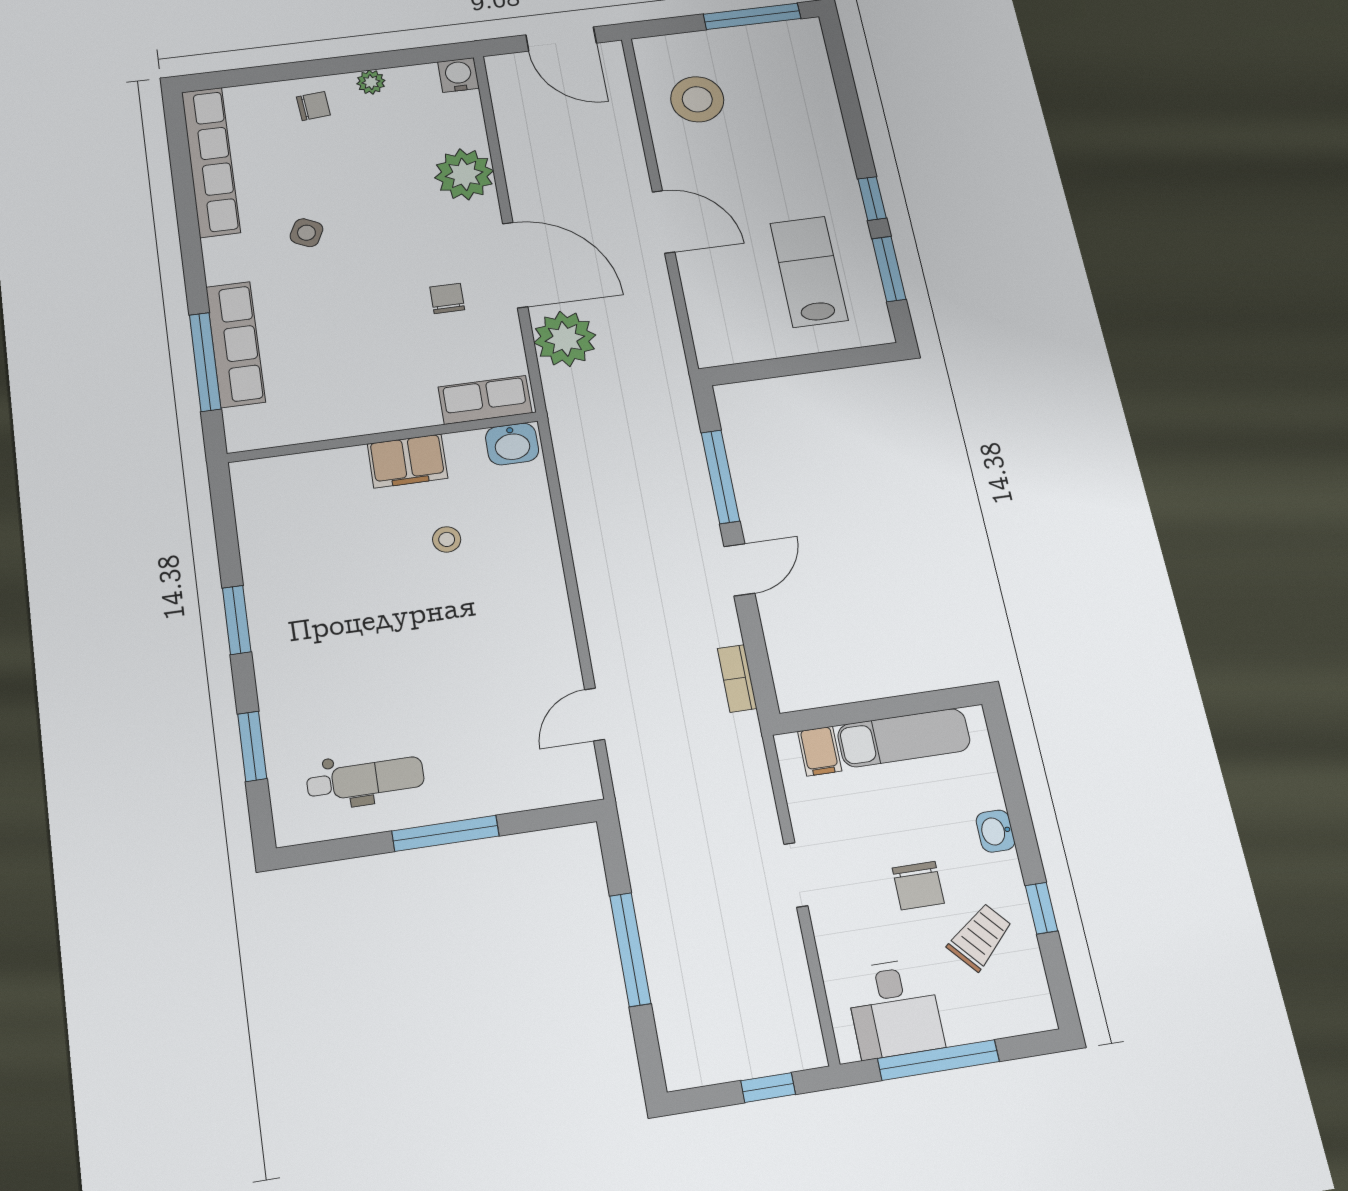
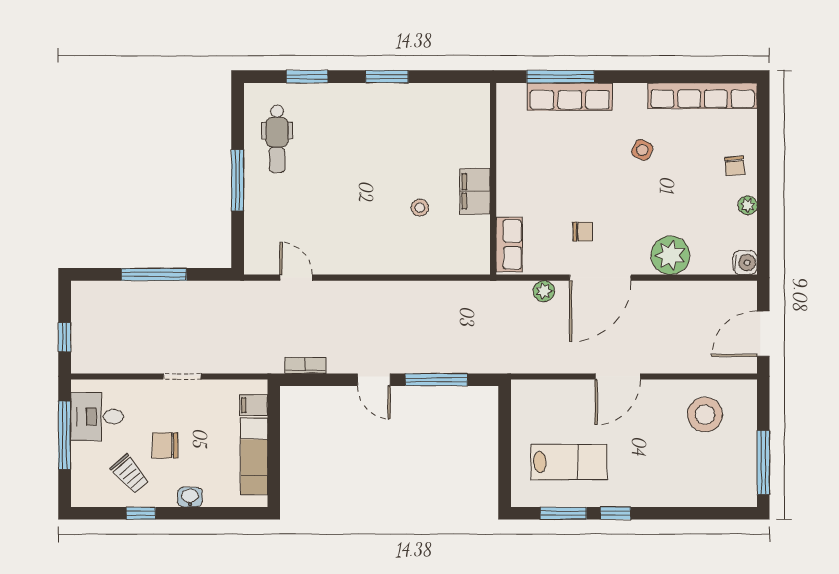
plant: (565, 339) -> (544, 291), width x0.53, depth x0.53
washbasin: (512, 444) -> (477, 256), removed

